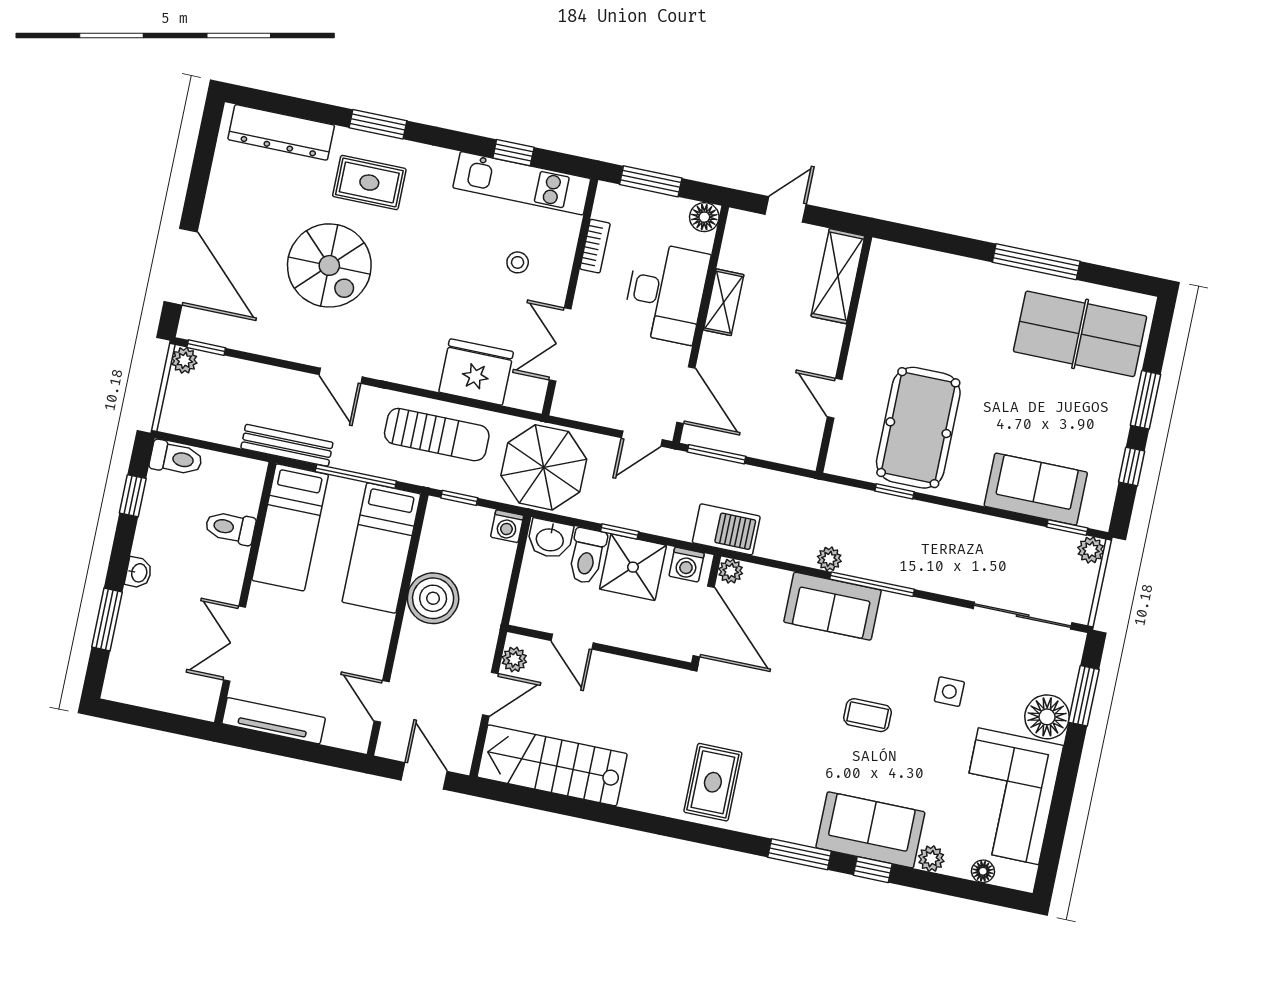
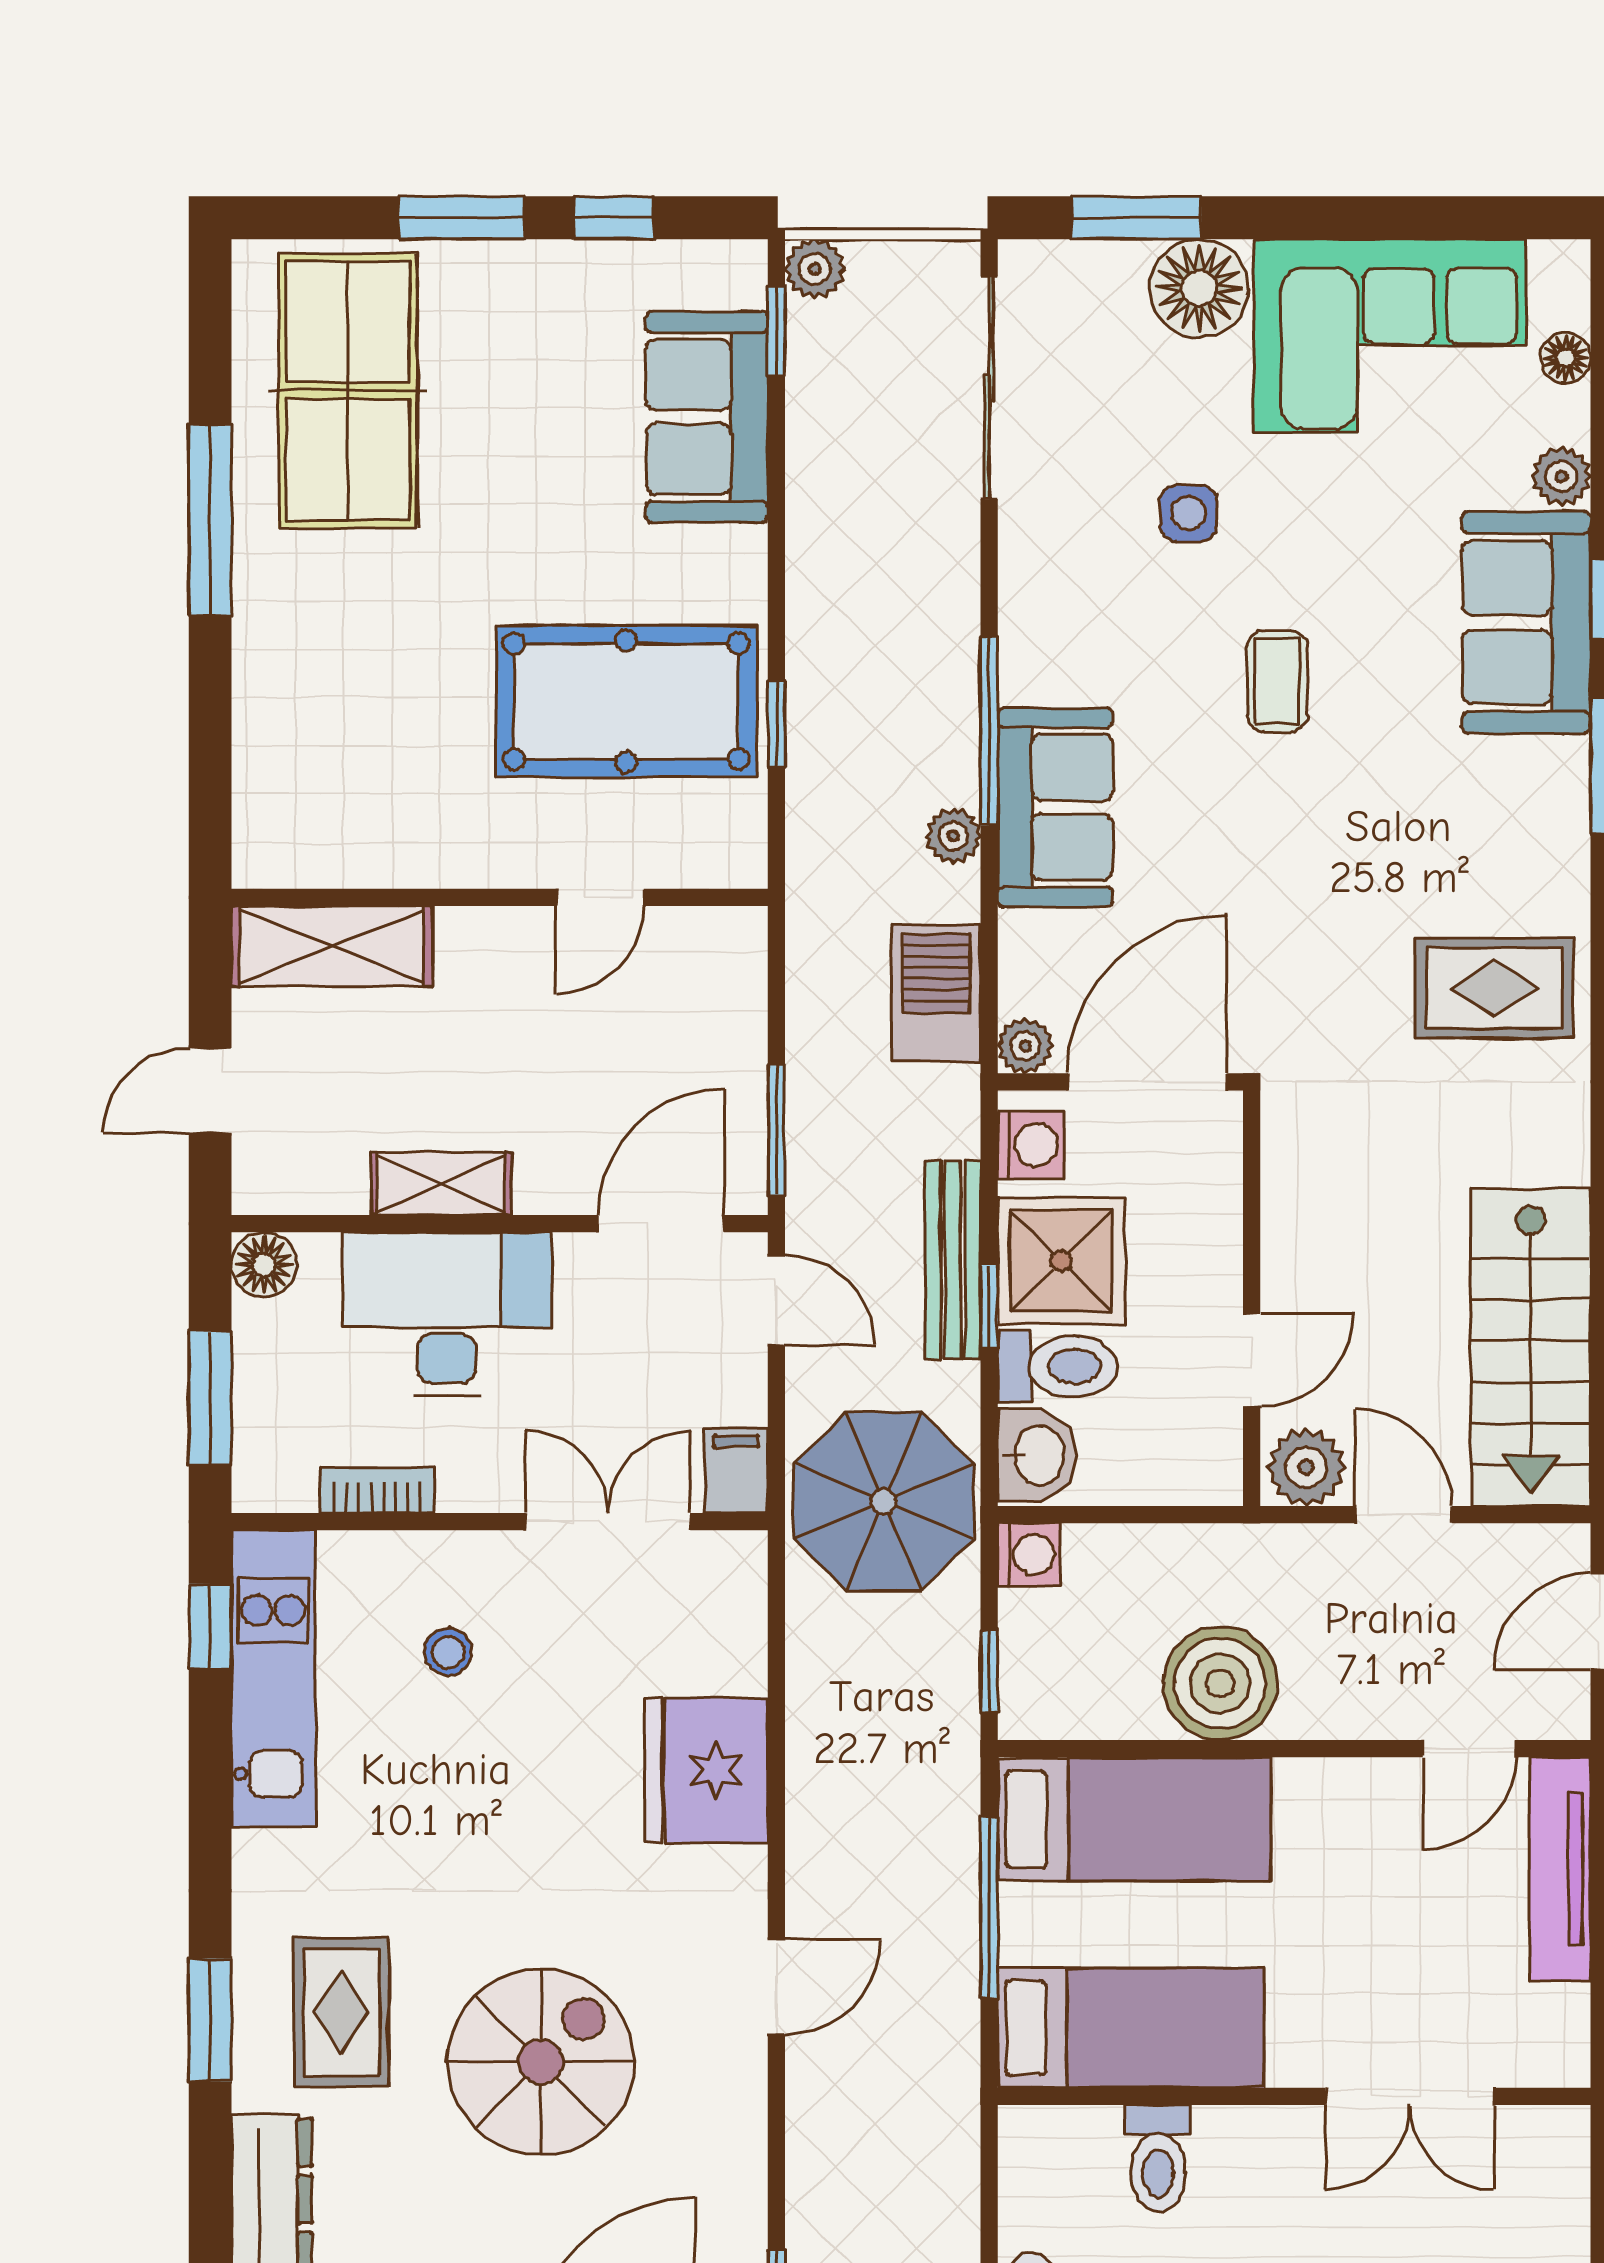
window: (513, 153) -> (210, 1626), moved
door: (786, 209) -> (210, 1091), hinge flipped
double door: (560, 344) -> (608, 1522), swing flipped
fridge: (476, 372) -> (706, 1770), moved
filing cabinet: (571, 405) -> (736, 1471), added
sun lounger: (437, 435) -> (861, 1750), removed
bench: (287, 445) -> (953, 1260), moved
barbecue: (726, 529) -> (936, 994), moved
plant: (514, 659) -> (1306, 1467), width x1.38, depth x1.38
tv unit: (274, 721) -> (1560, 1869), moved

